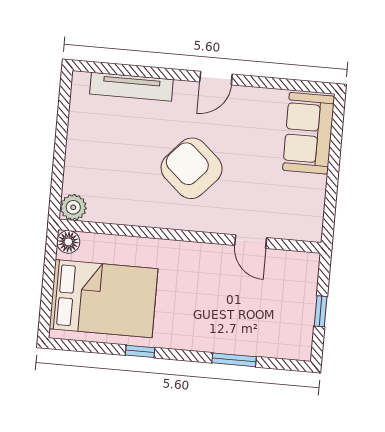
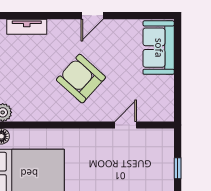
tv unit: (131, 87) -> (27, 27), width x0.71
door: (251, 242) -> (126, 125), swing flipped

